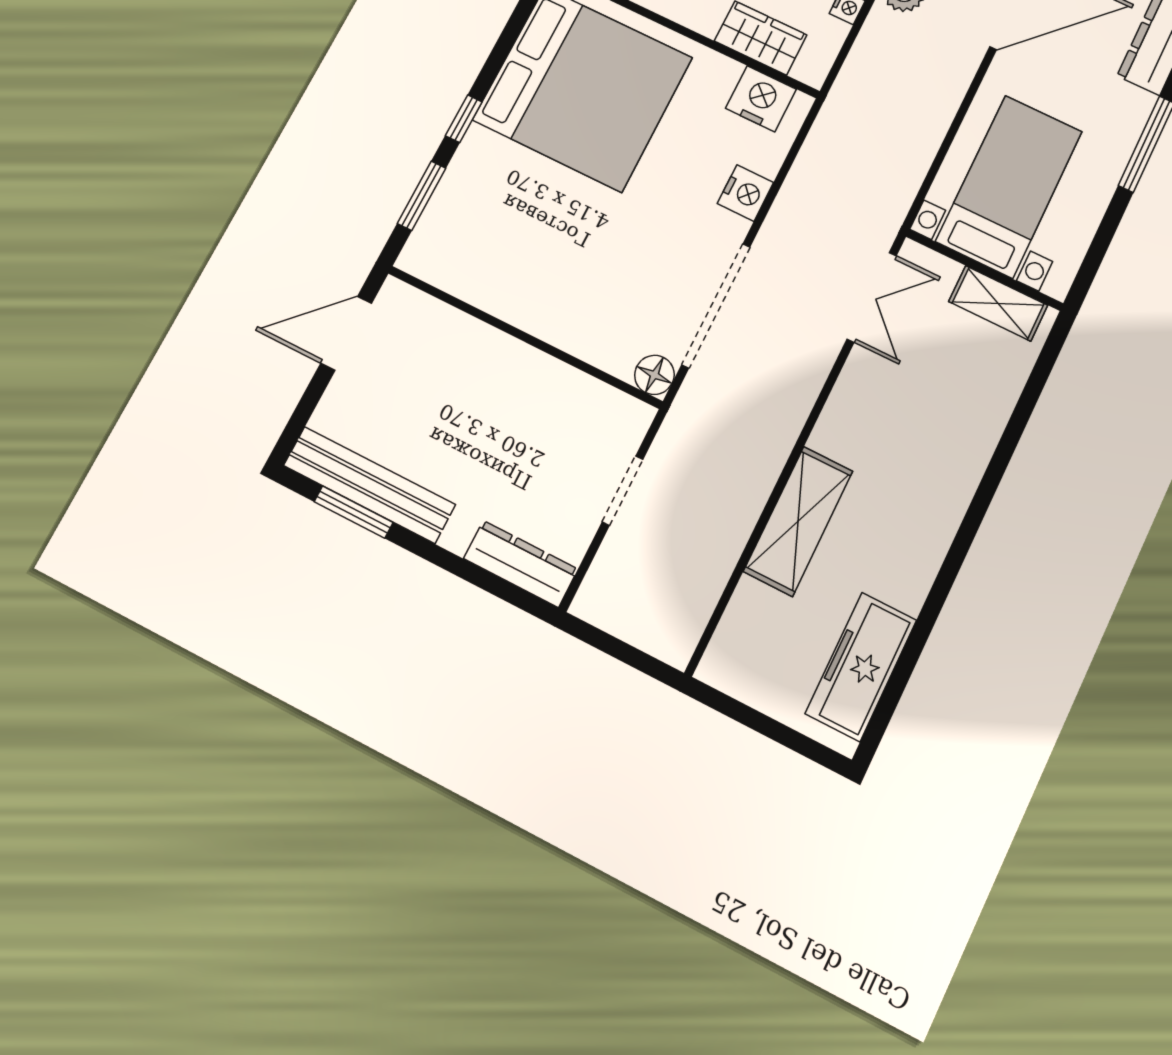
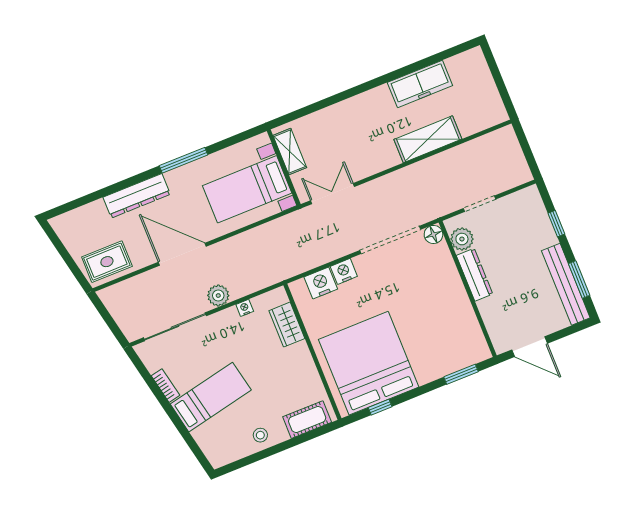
nightstand: (761, 99) -> (321, 283), moved, turned 90
window: (464, 119) -> (380, 407), moved
plant: (602, 408) -> (462, 239), added
dresser: (521, 564) -> (474, 275), moved, turned 180
window: (468, 571) -> (556, 224), added
freezer: (861, 667) -> (420, 84), moved

